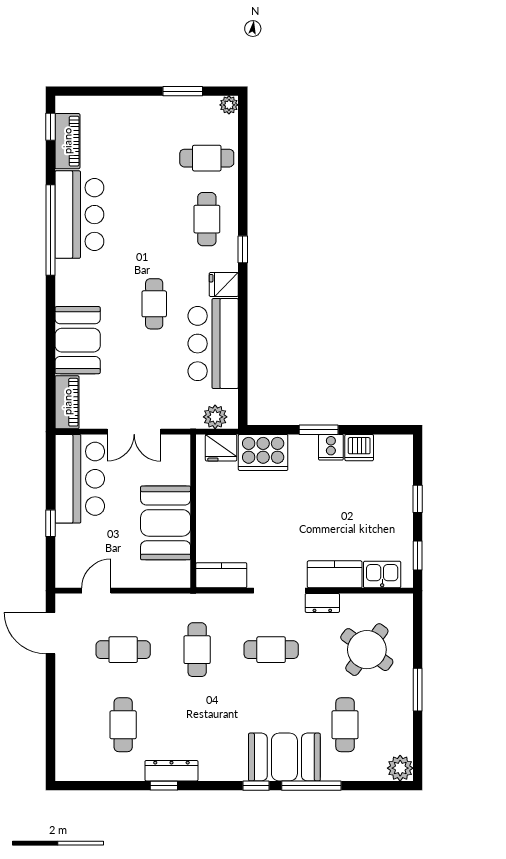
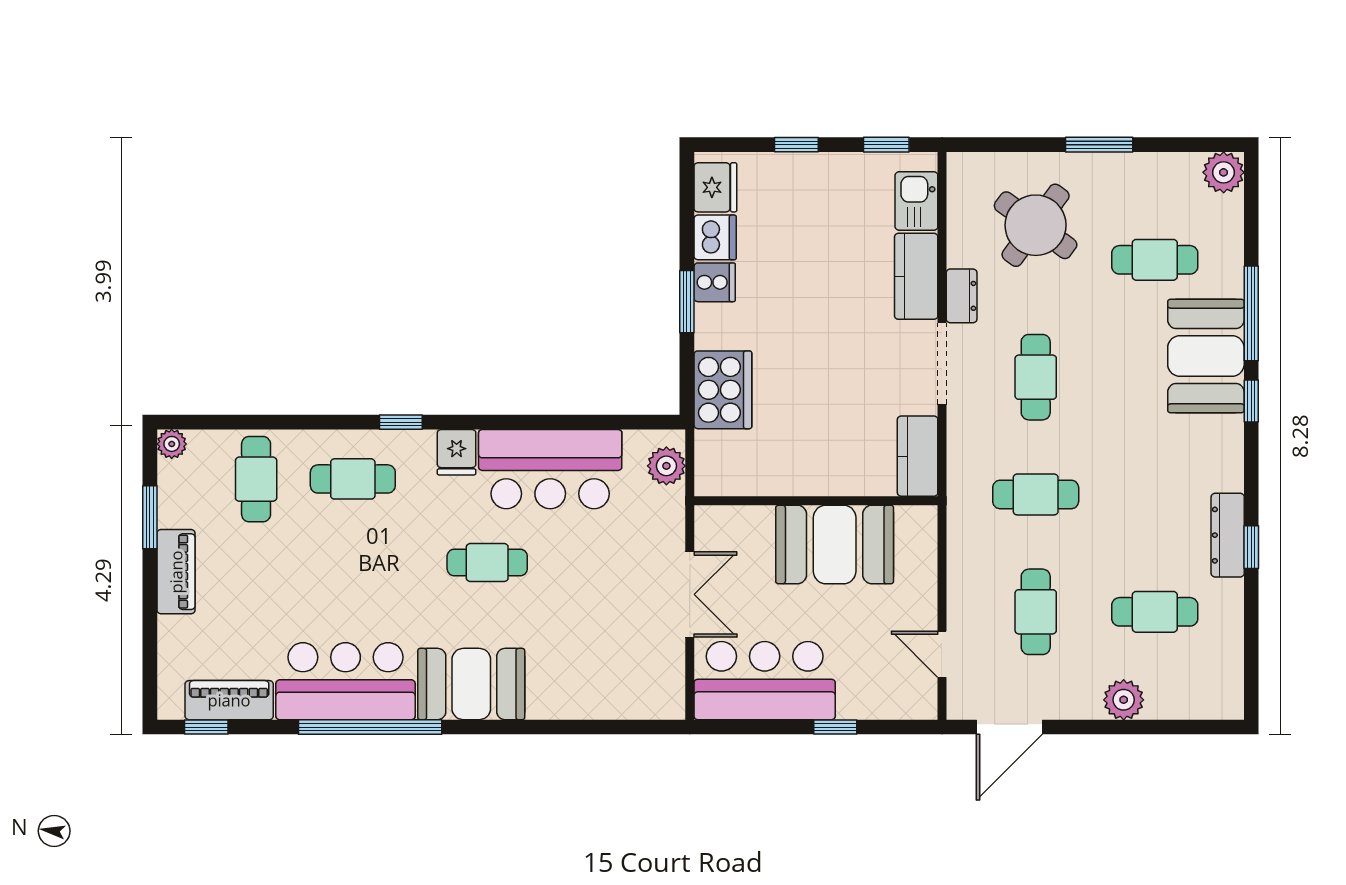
booth: (78, 340) -> (471, 684), moved
piano: (67, 402) -> (176, 572), moved, turned 90
fridge: (221, 448) -> (715, 187), moved
plant: (68, 705) -> (1124, 700), added

